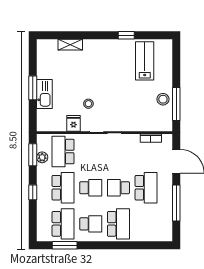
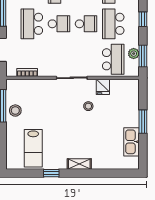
shelving: (70, 45) -> (79, 164), moved
kitchen sink: (44, 94) -> (132, 142), moved
school desk: (91, 188) -> (86, 24), turned 180

